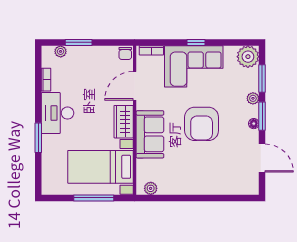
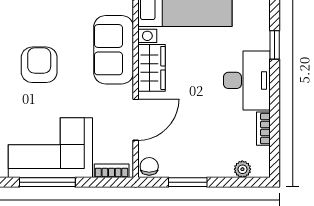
window: (79, 42) -> (188, 182), moved
window: (196, 42) -> (47, 182), width x2.17
armchair: (202, 124) -> (39, 65), width x0.73, depth x0.73
window: (38, 138) -> (275, 45), width x0.67

